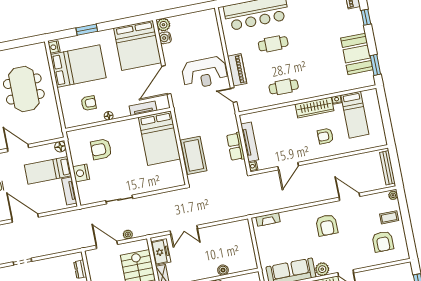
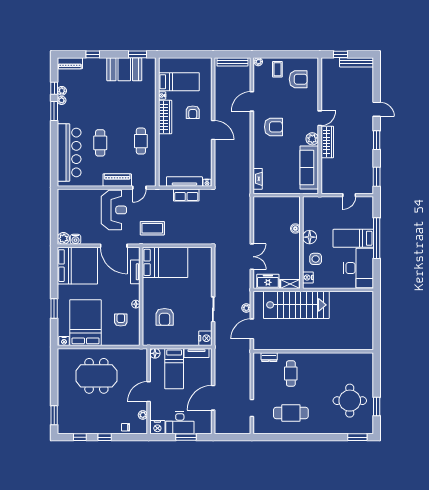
coffee table: (194, 155) -> (152, 228), moved, width x0.73, depth x0.76
door: (288, 166) -> (213, 130), moved
nightstand: (81, 173) -> (205, 338), moved, turned -90

